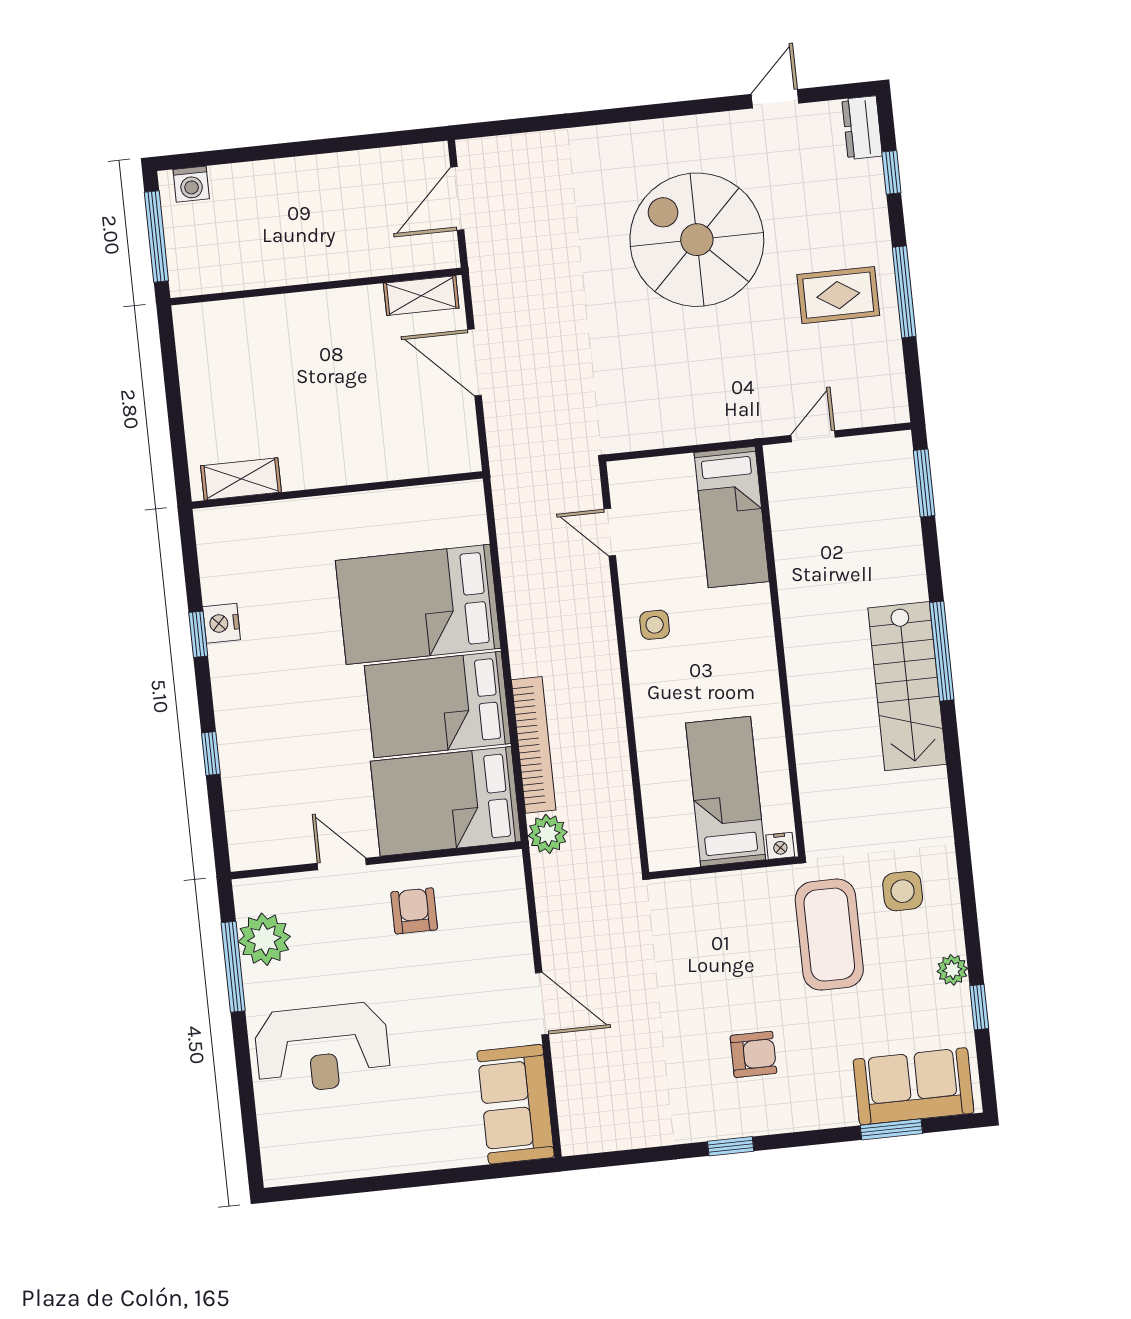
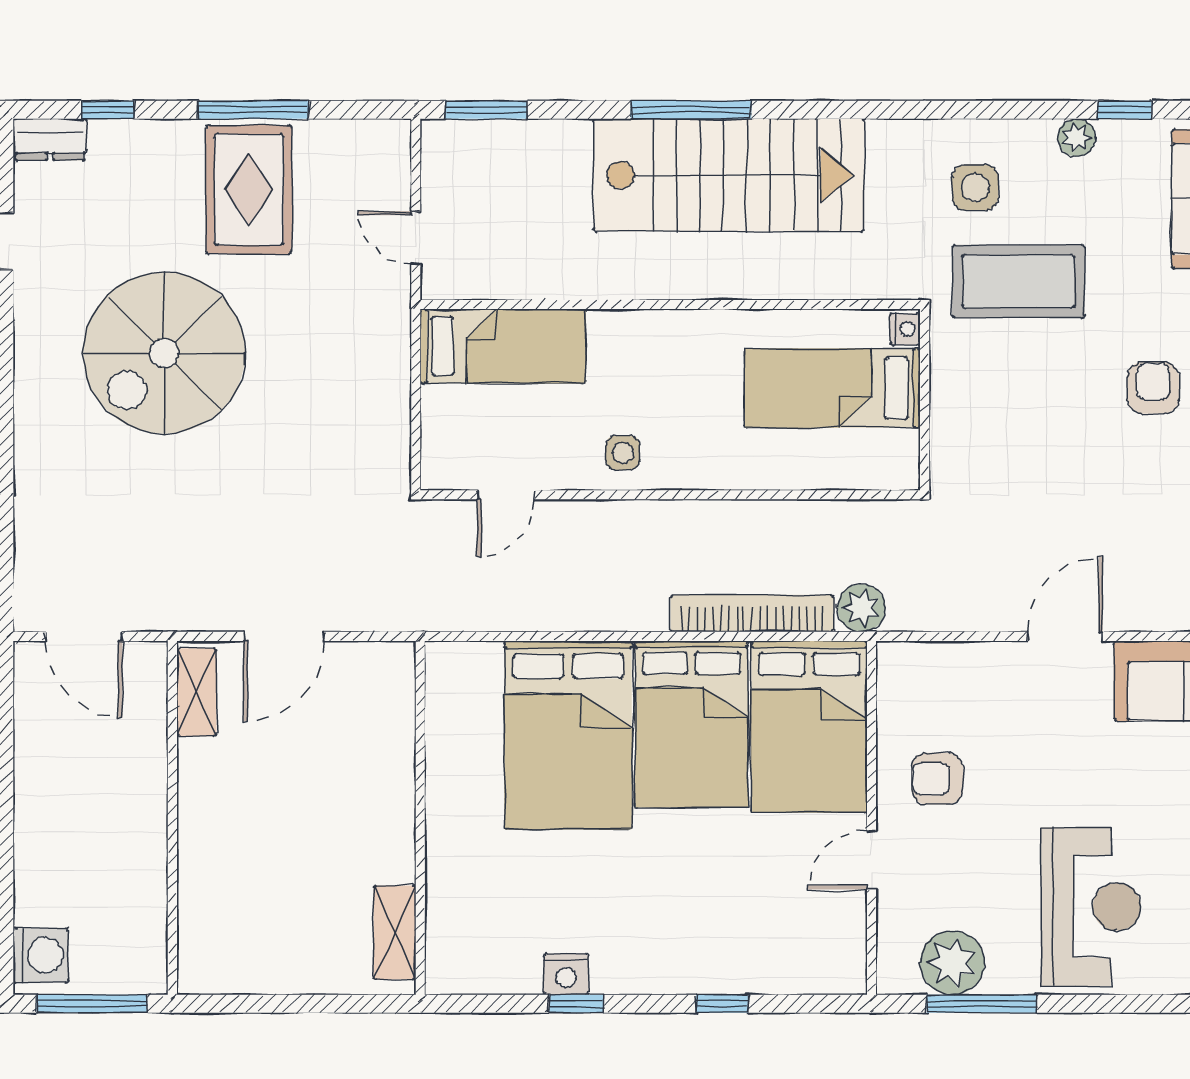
washing machine: (191, 184) -> (41, 955), width x1.38, depth x1.38
rug: (838, 295) -> (249, 189), width x1.36, depth x1.43
stairs: (907, 686) -> (729, 175), width x1.36, depth x1.51

